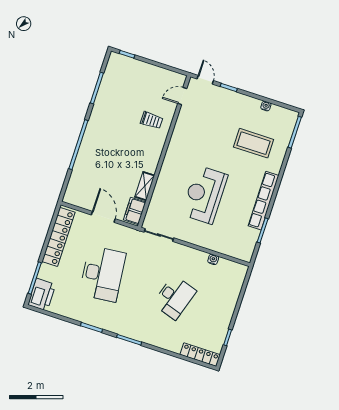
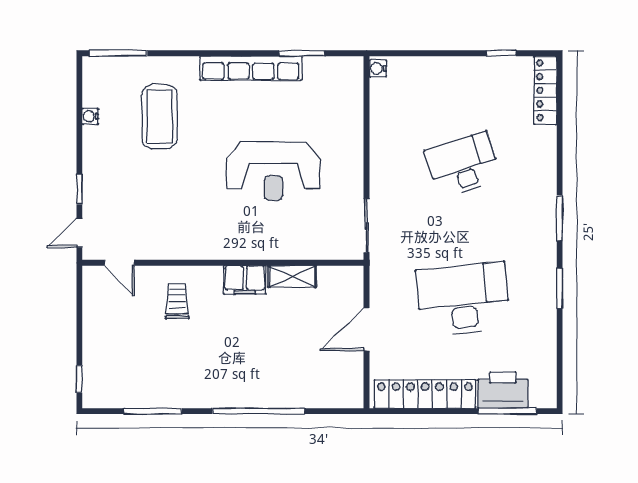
filing cabinet: (135, 211) -> (245, 280), moved
water cooler: (213, 259) -> (378, 68), moved
printer: (42, 295) -> (503, 390), moved
desk: (174, 297) -> (463, 165), turned -36

